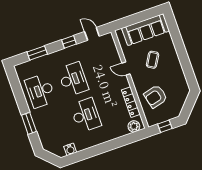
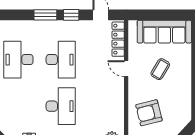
window: (37, 53) -> (45, 15), moved
locker: (131, 102) -> (118, 39), moved

